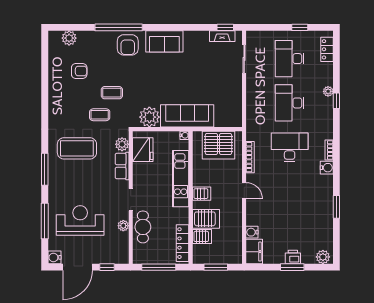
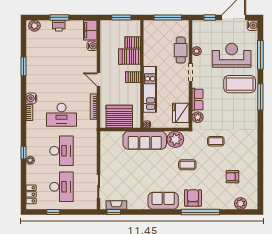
coffee table: (112, 93) -> (187, 165), moved
coffee table: (77, 148) -> (240, 84), moved
reception desk: (80, 221) -> (232, 55), turned 180
locker: (183, 243) -> (148, 37), removed

